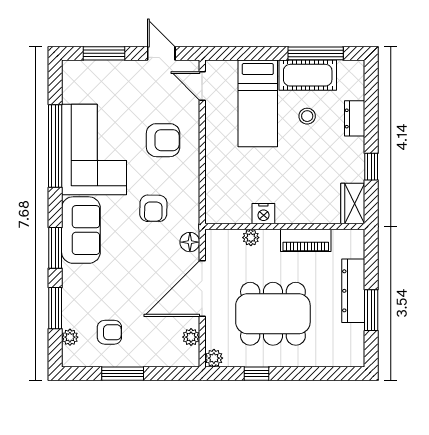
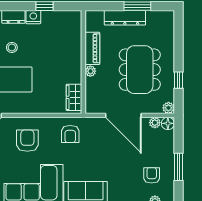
wardrobe: (353, 204) -> (74, 97), moved, turned 90
armchair: (153, 208) -> (70, 134), moved, turned 89
nightstand: (263, 214) -> (33, 17), moved, turned -90
plant: (251, 238) -> (90, 71), moved
floor lamp: (190, 242) -> (168, 123), moved

